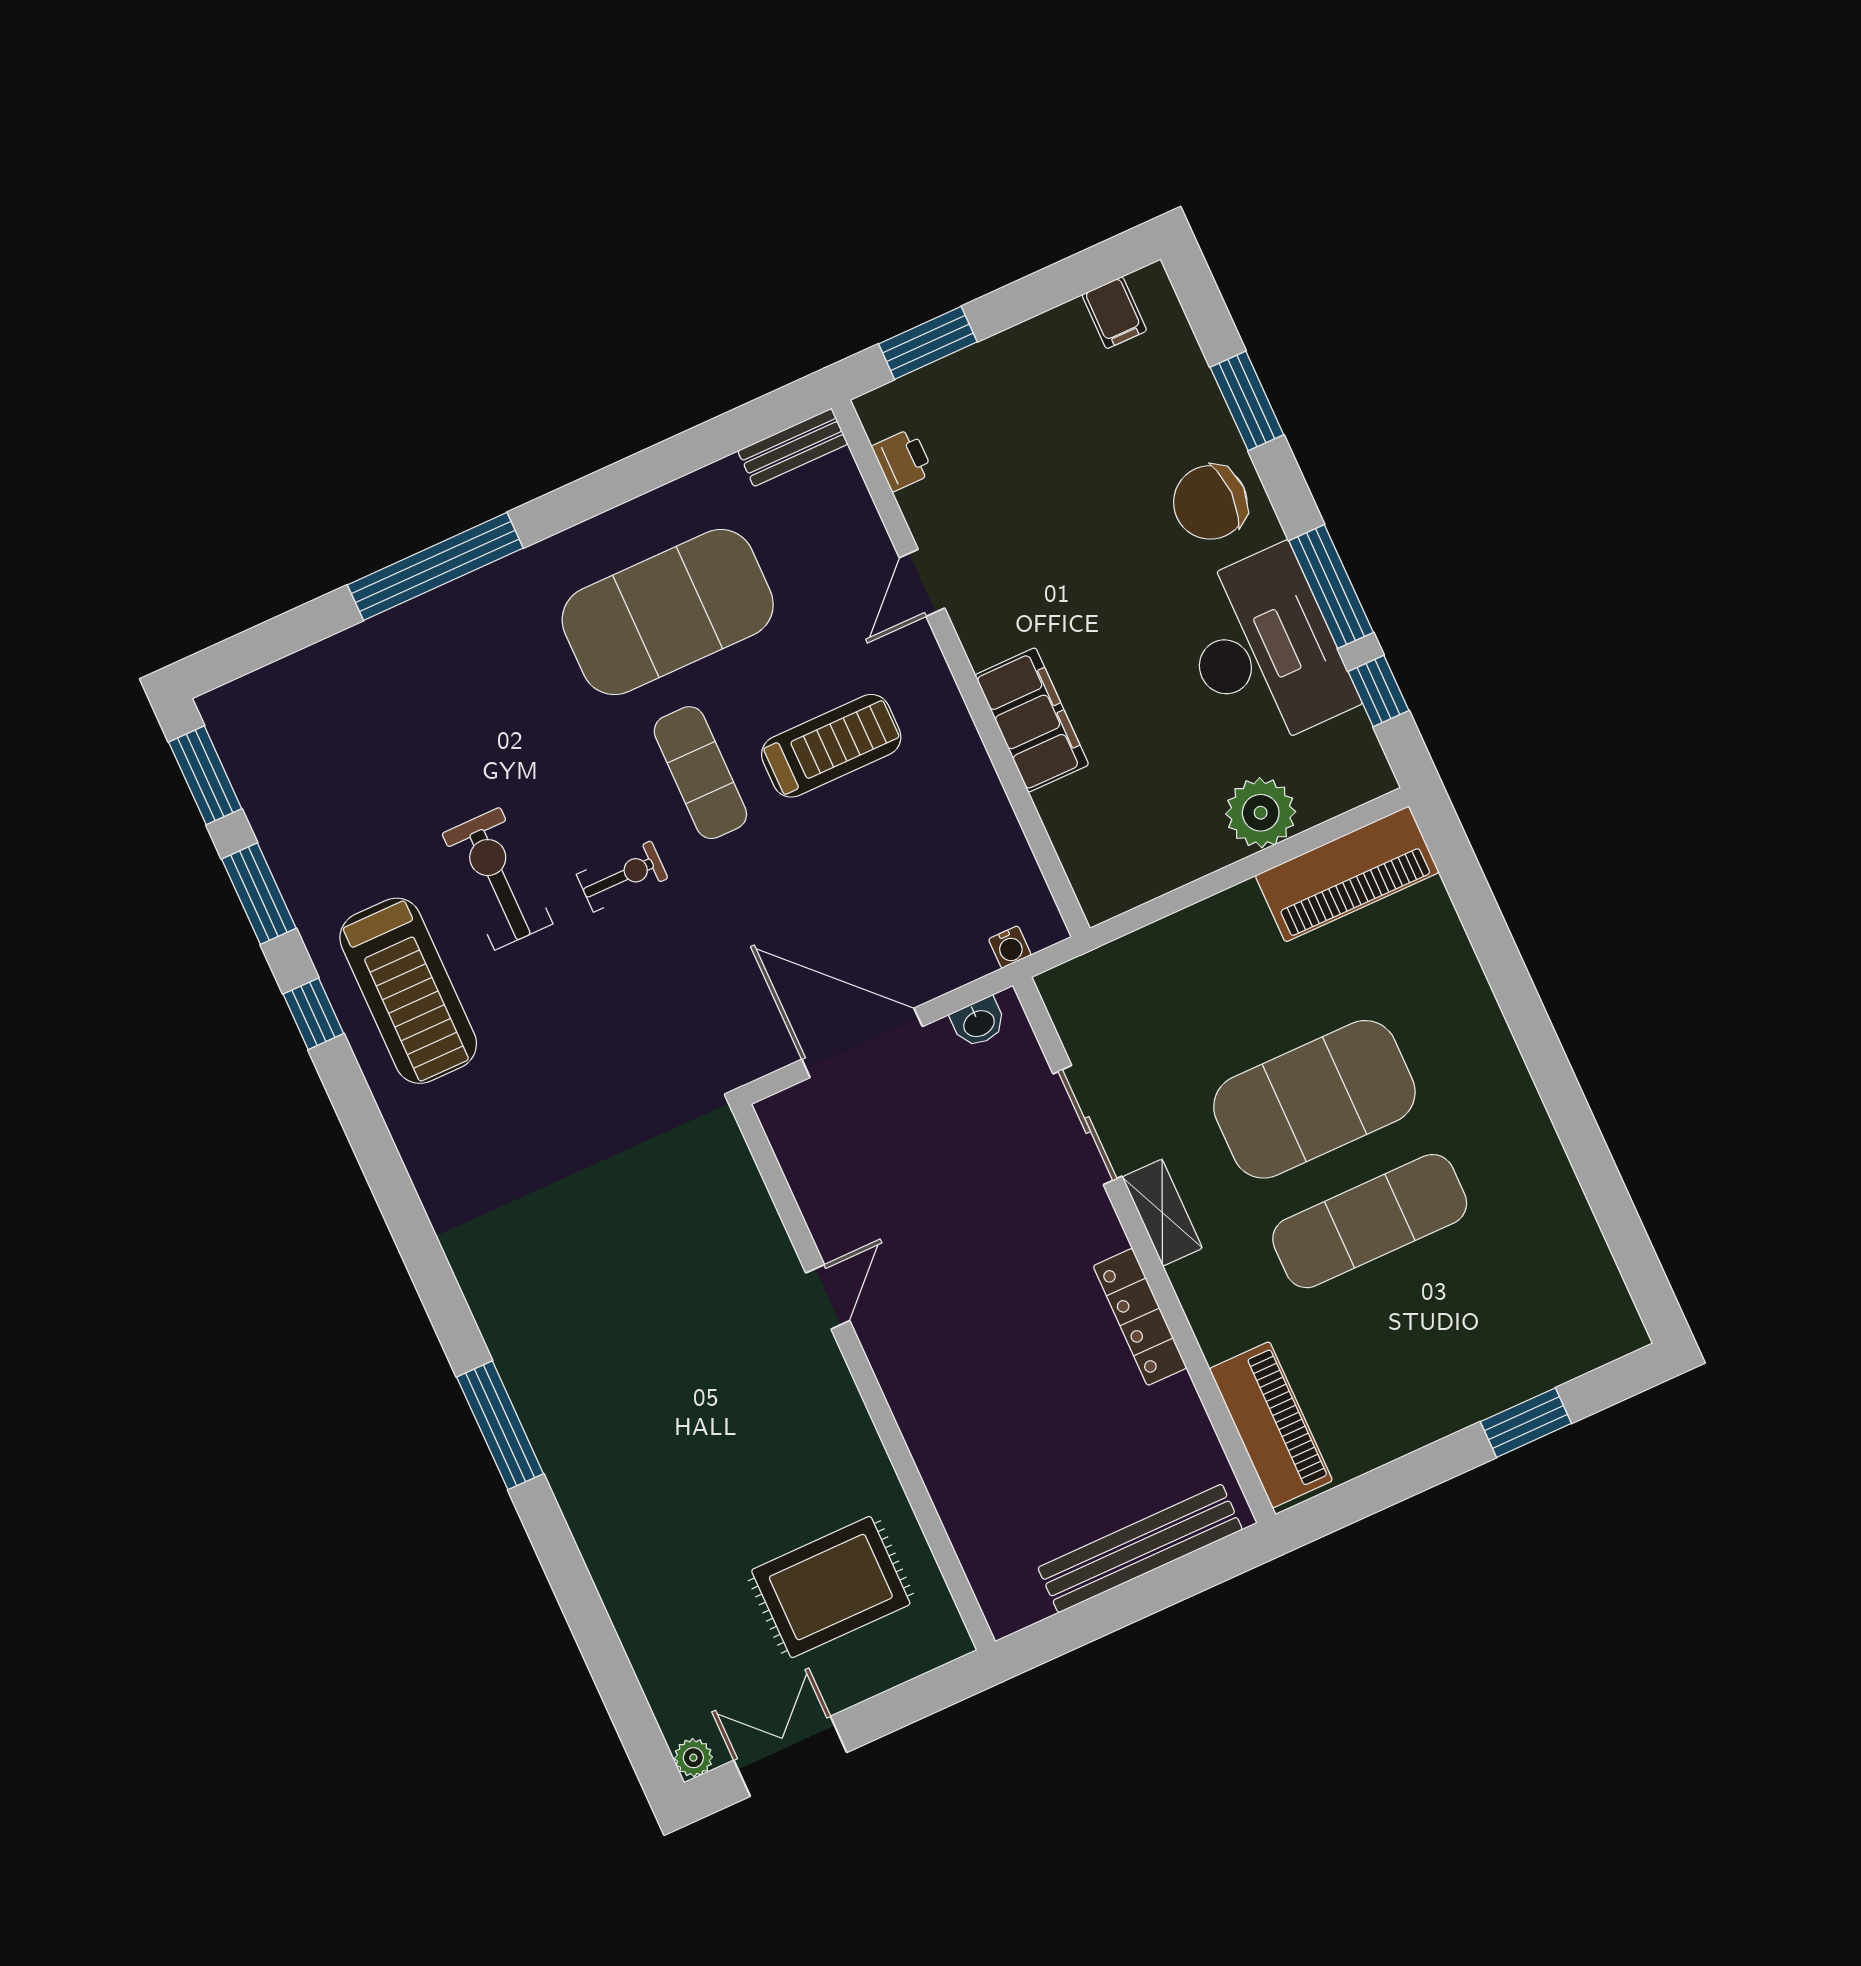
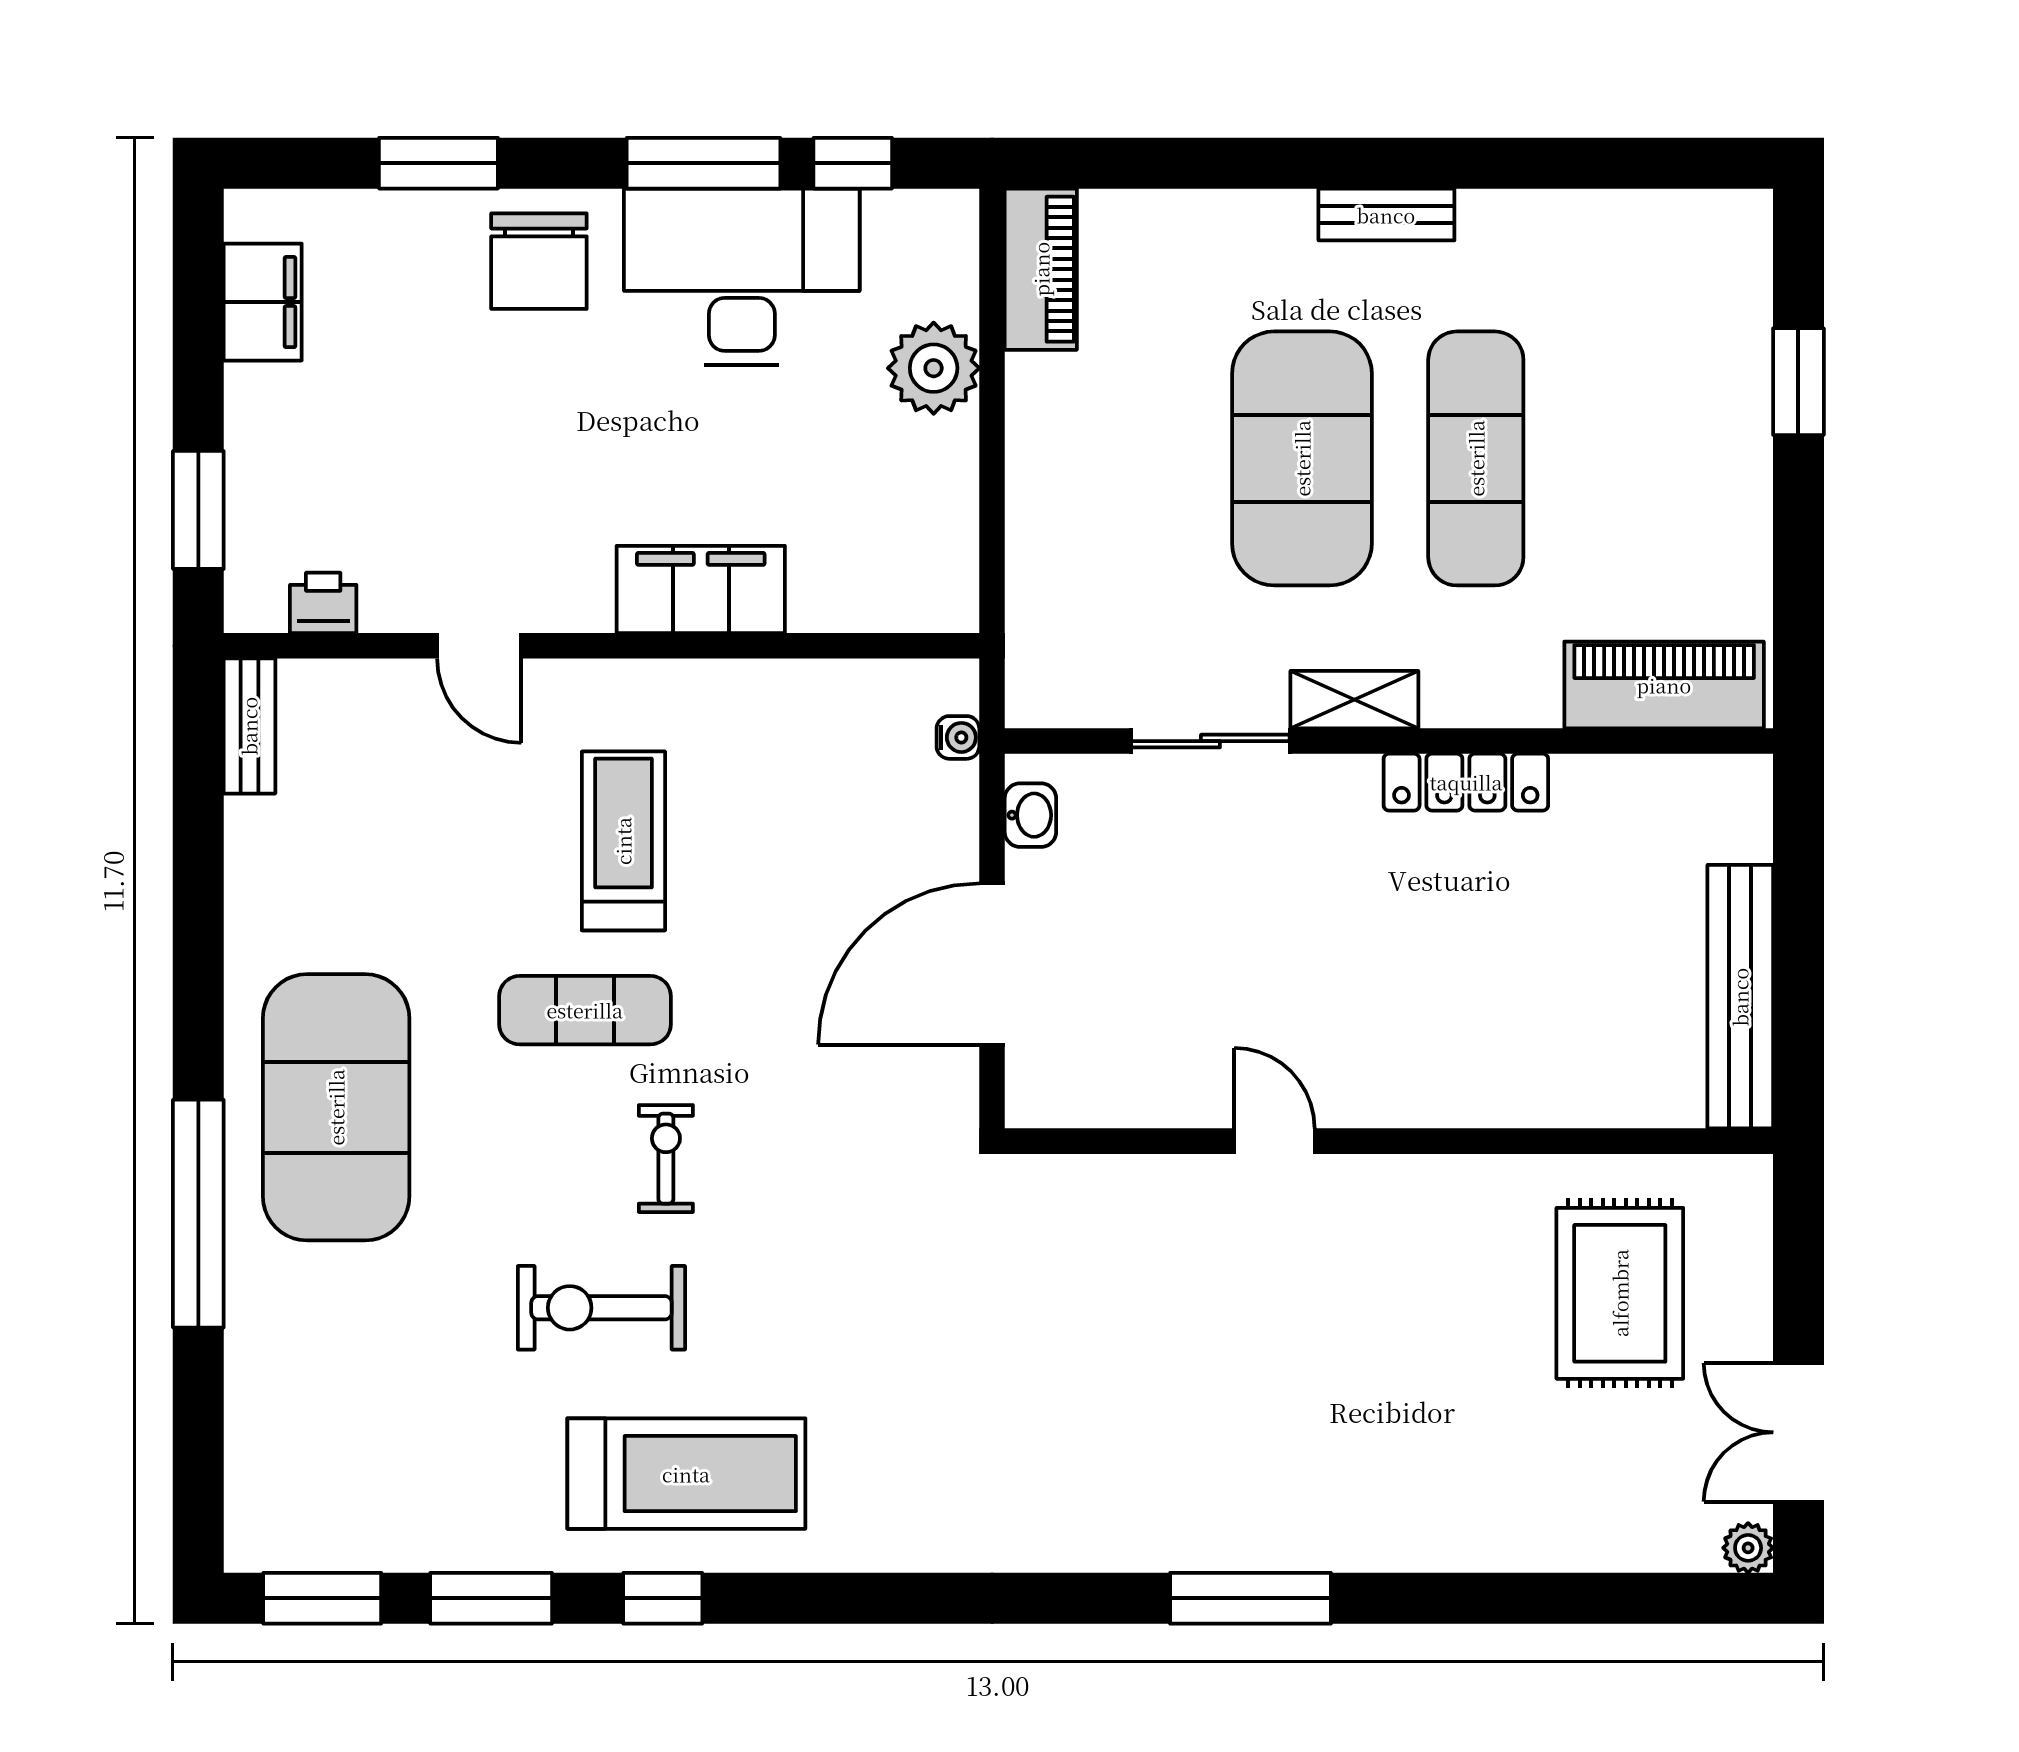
filing cabinet: (1114, 313) -> (263, 302), width x2.00
exercise mat: (668, 612) -> (336, 1107), moved
piano: (1347, 874) -> (1041, 269), width x0.73, depth x0.75
bench: (1512, 1081) -> (1386, 215), added
bench: (1140, 1548) -> (1740, 997), moved

